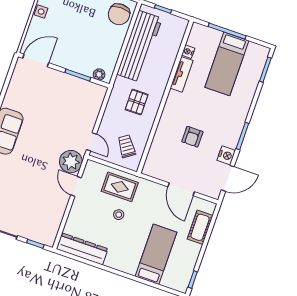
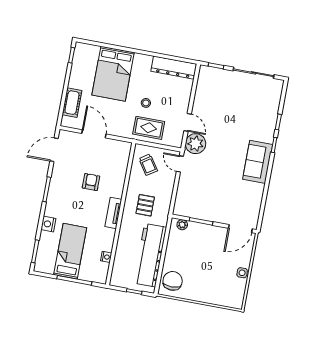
tv unit: (182, 74) -> (113, 213), moved
nightstand: (226, 155) -> (48, 224), moved
bed: (156, 254) -> (113, 74), width x1.50

